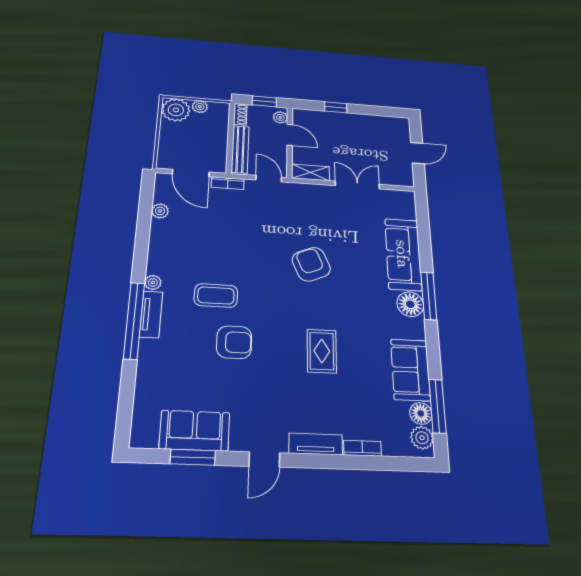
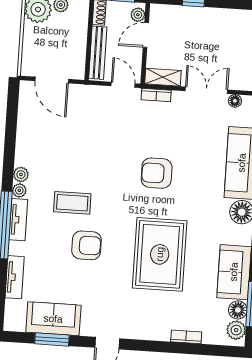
door: (290, 135) -> (146, 35), swing flipped
bookcase: (228, 183) -> (156, 95), moved
floor lamp: (388, 195) -> (235, 101), added
plant: (160, 211) -> (21, 174), moved
armchair: (311, 264) -> (157, 173), turned -67
rug: (322, 351) -> (160, 254), width x1.86, depth x2.06
tv unit: (316, 444) -> (15, 277), moved, turned 90

